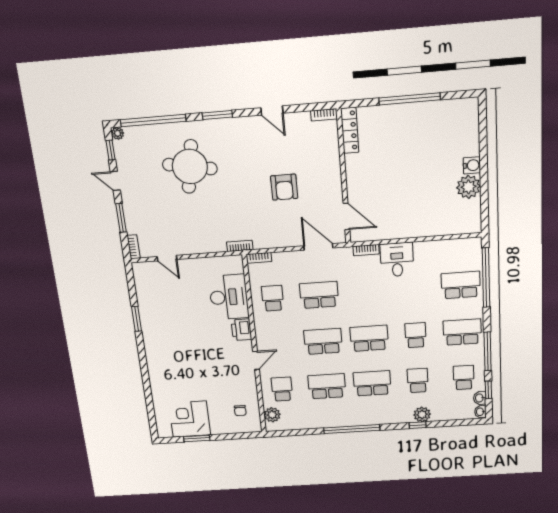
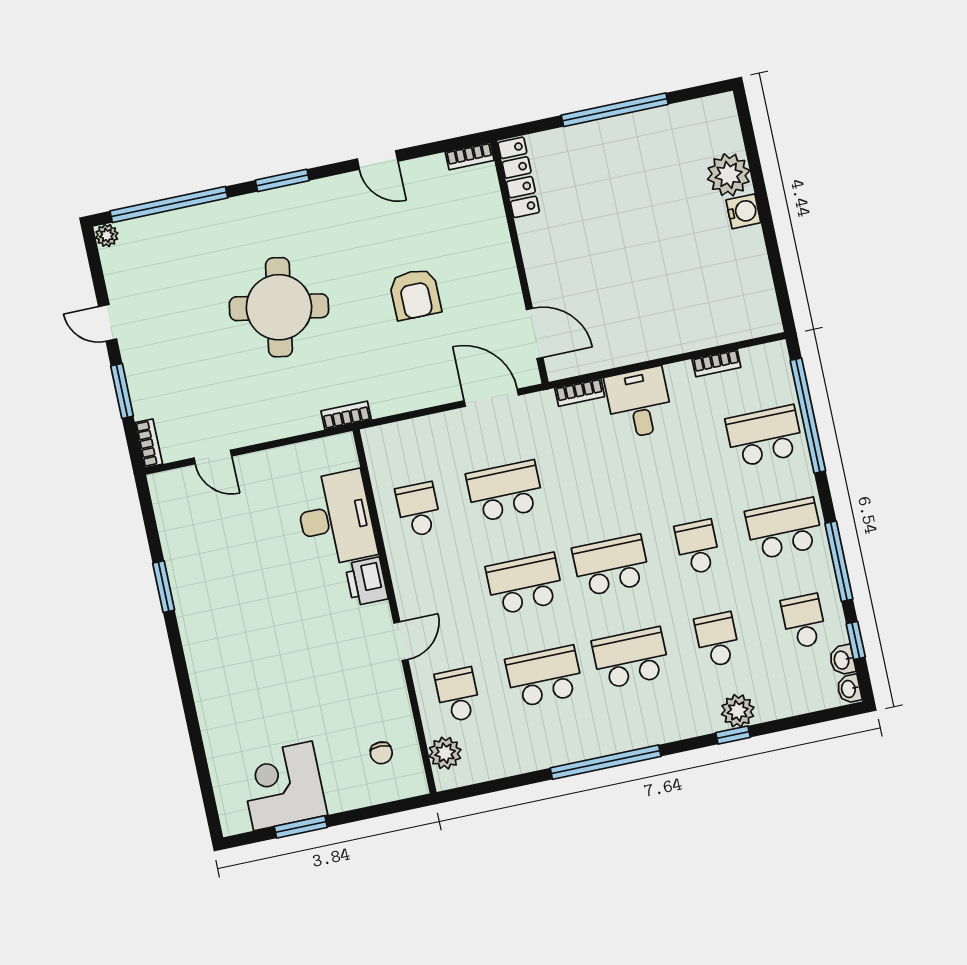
window: (111, 150) -> (96, 267), removed
round table: (190, 167) -> (279, 307), moved
plant: (469, 187) -> (729, 175), moved
bookcase: (259, 258) -> (716, 363), moved

